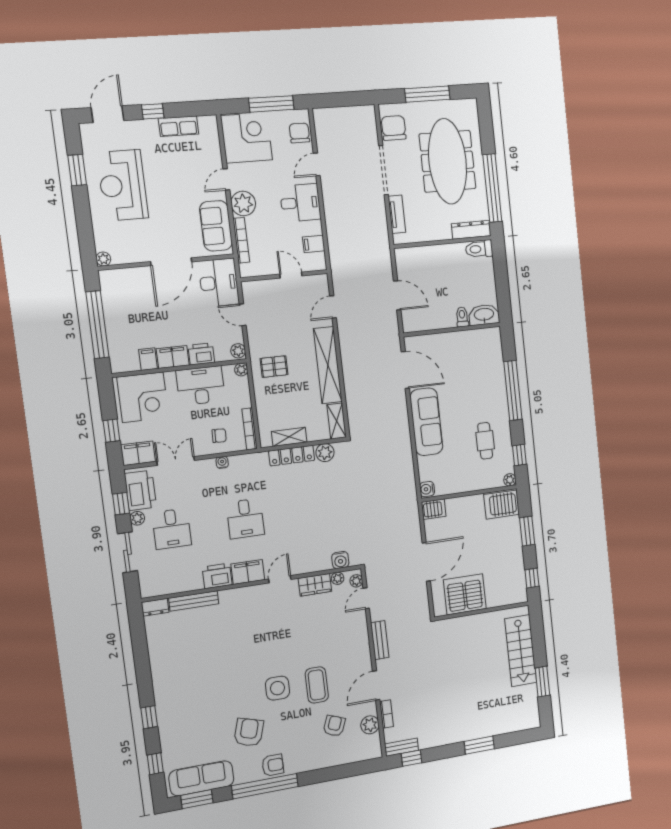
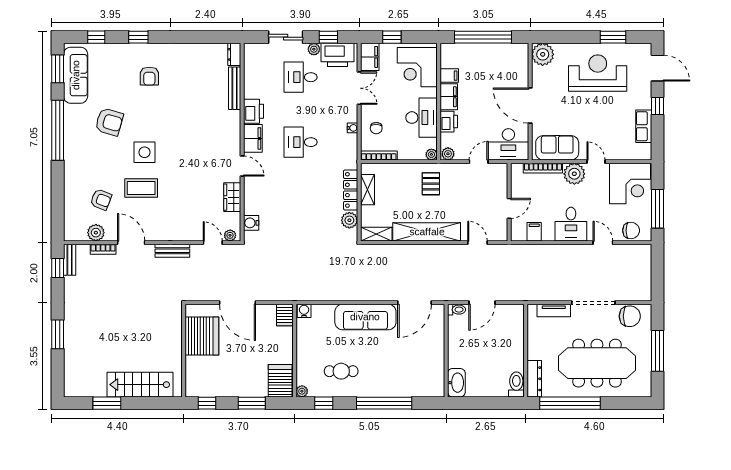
plant: (103, 259) -> (543, 54), width x1.88, depth x1.88
toilet: (462, 317) -> (457, 310), moved
plant: (338, 578) -> (235, 218), removed
armchair: (273, 765) -> (149, 76), moved

